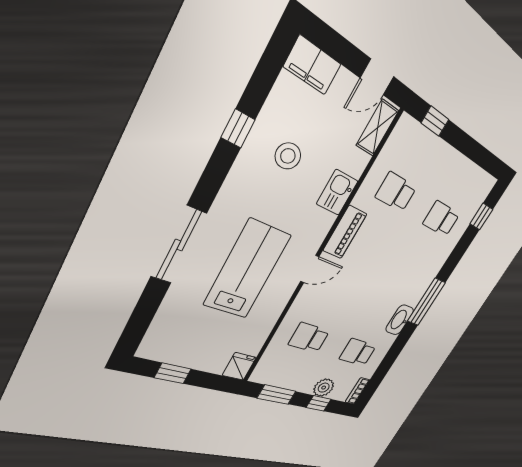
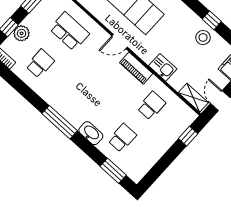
stool: (288, 156) -> (203, 38), moved
window: (481, 216) -> (113, 171), width x1.50
door: (310, 269) -> (120, 41), hinge flipped
washbasin: (400, 320) -> (91, 133), moved
school desk: (309, 338) -> (69, 31), width x1.85

